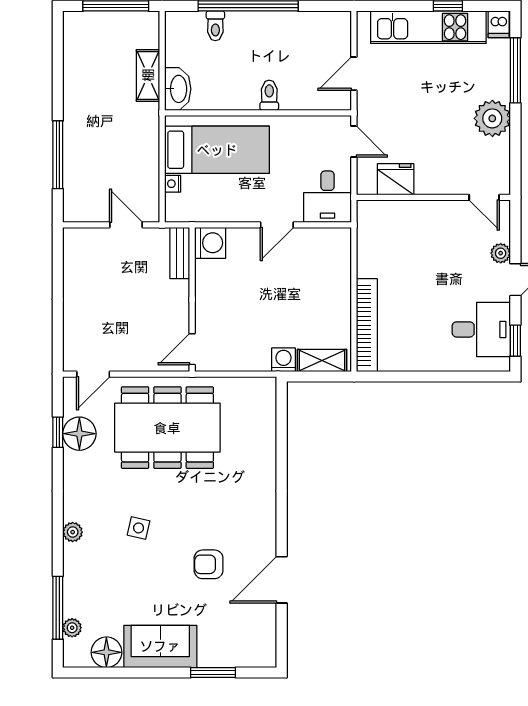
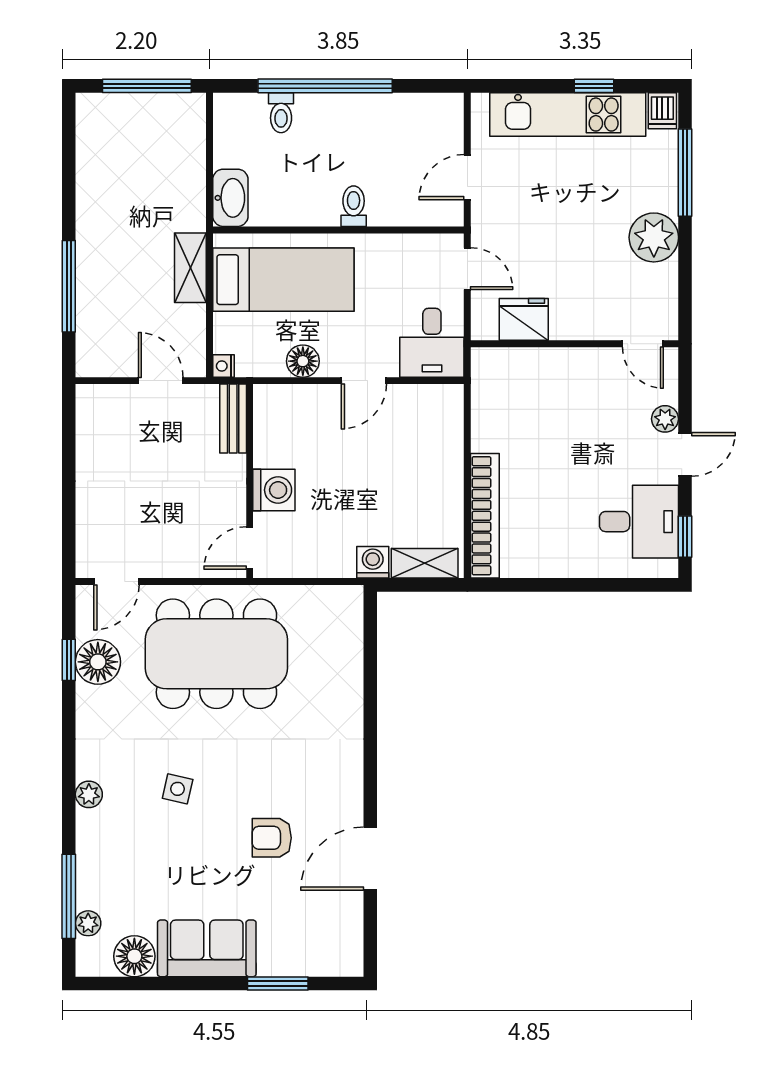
shelving: (148, 75) -> (190, 268), moved
nightstand: (173, 184) -> (223, 366), moved
floor lamp: (232, 210) -> (303, 361), added
washing machine: (210, 243) -> (274, 490), moved

